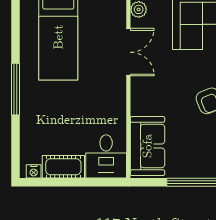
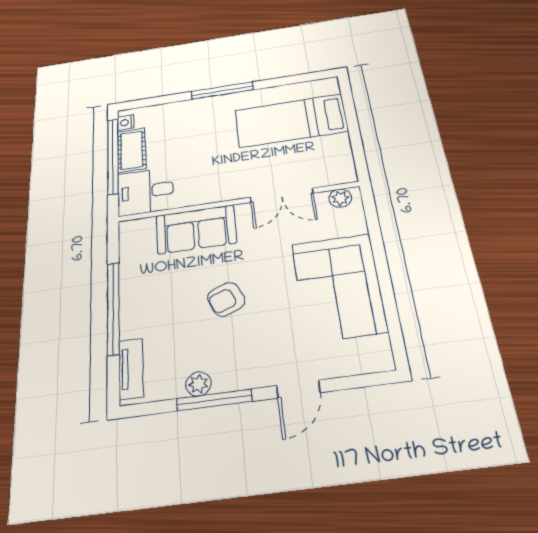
sofa: (147, 146) -> (196, 229), moved
window: (67, 182) -> (113, 156), added

